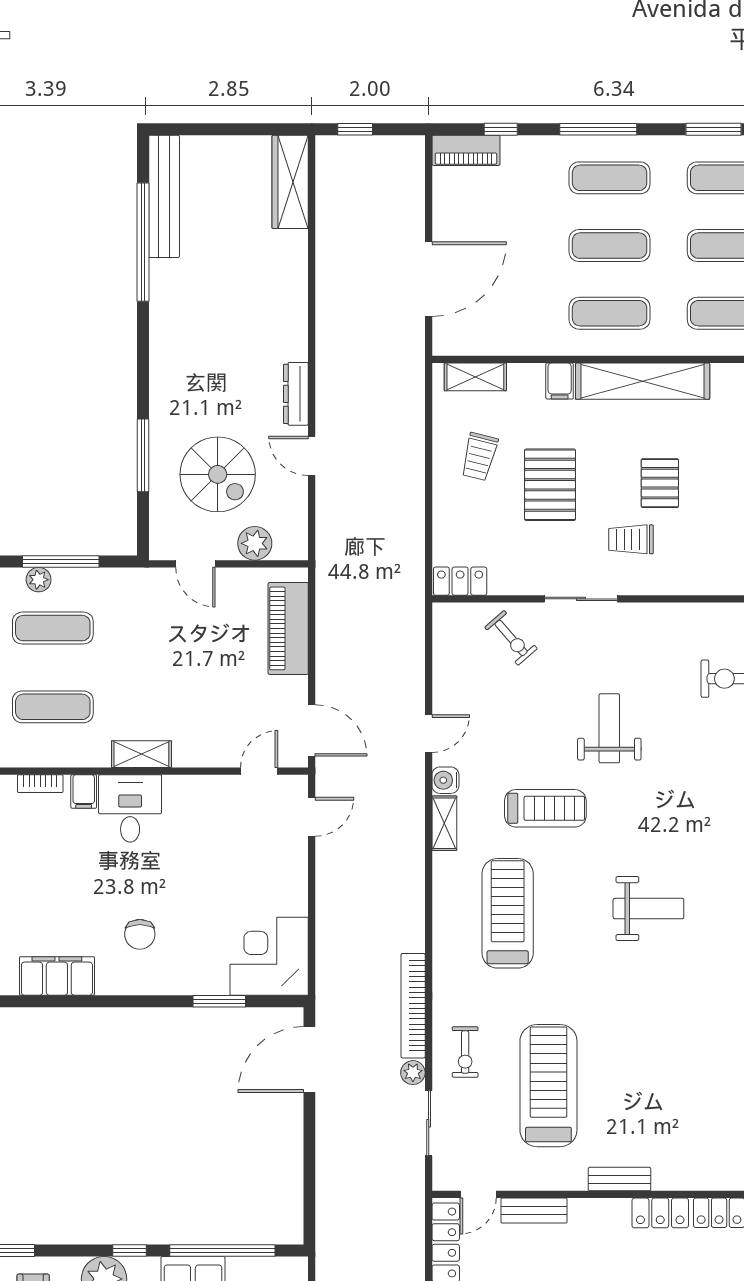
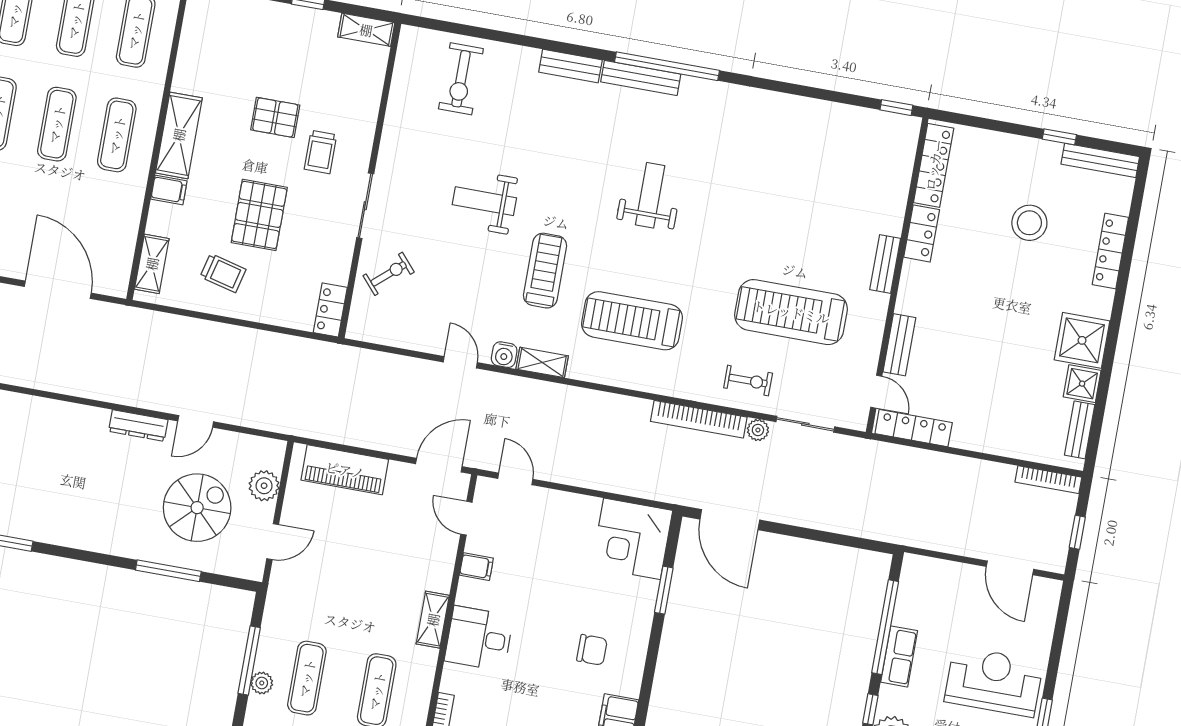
shelving: (643, 381) -> (179, 135), width x0.68
pallet: (550, 485) -> (259, 215), turned 90
filing cabinet: (84, 792) -> (476, 567), moved

